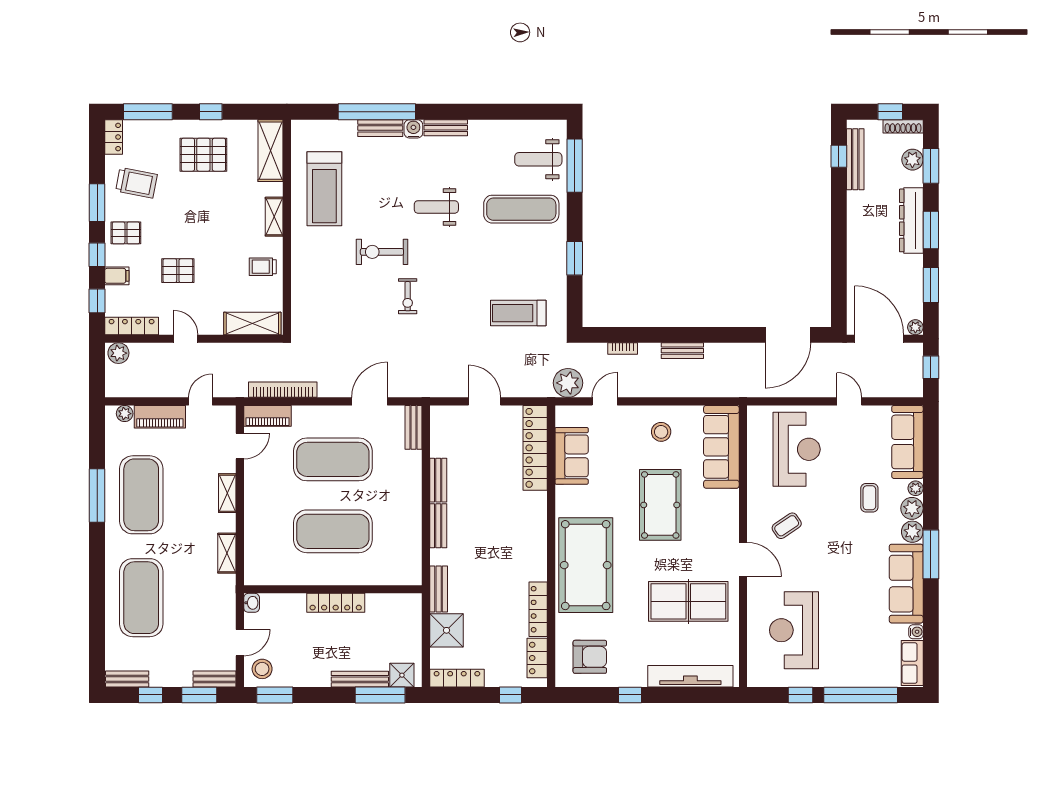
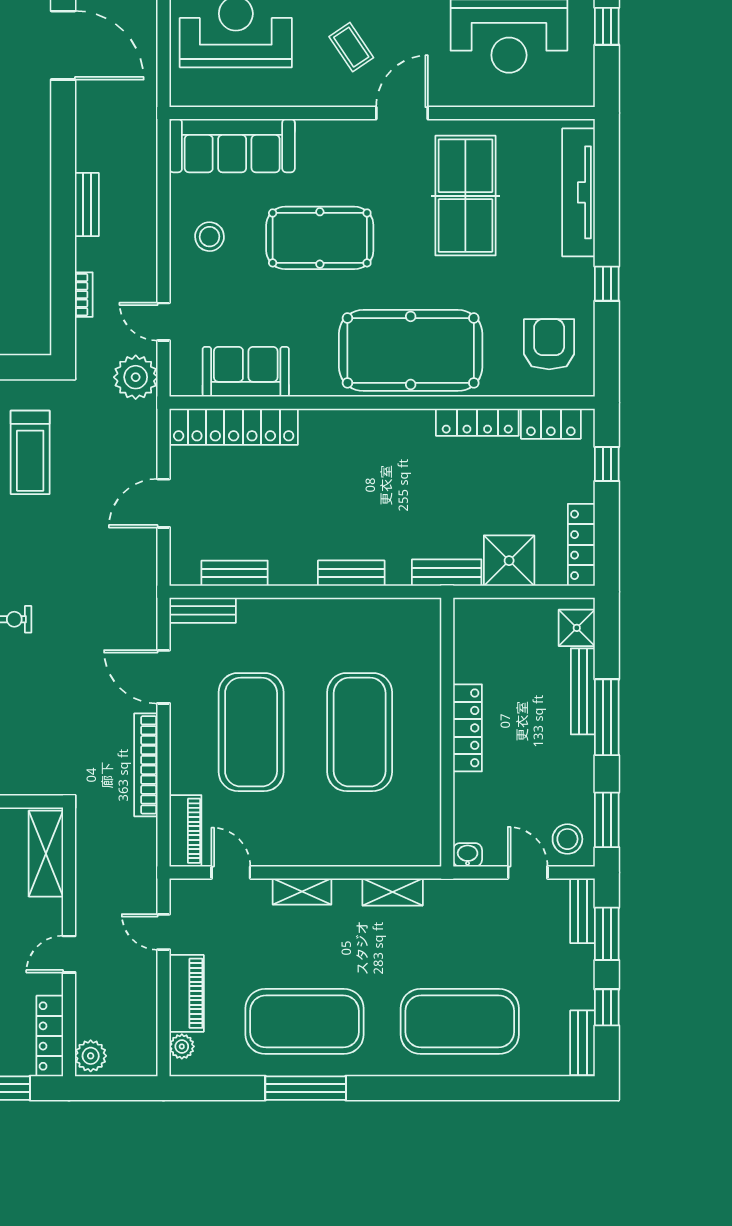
bookcase: (283, 390) -> (146, 765), moved
bench: (438, 480) -> (235, 573), moved
window: (380, 695) -> (607, 717), moved

